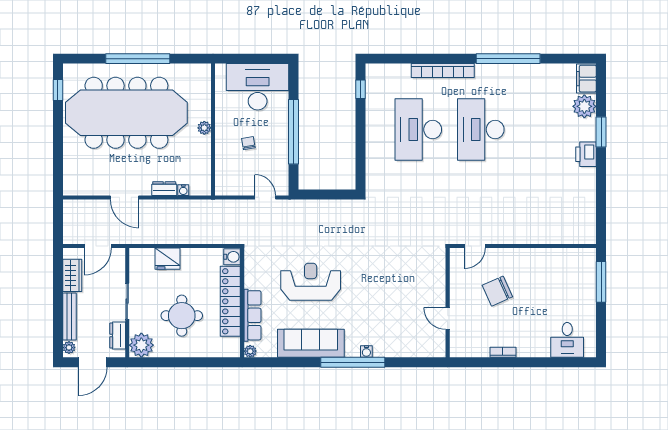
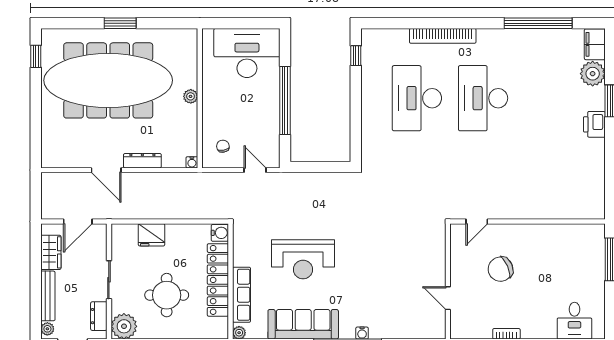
window: (138, 59) -> (120, 23), width x0.47
window: (508, 59) -> (538, 23), moved
chair: (248, 143) -> (223, 146), moved
dresser: (164, 189) -> (142, 161), width x1.44
water cooler: (183, 190) -> (192, 162), moved
reception desk: (311, 282) -> (303, 259), turned 180

